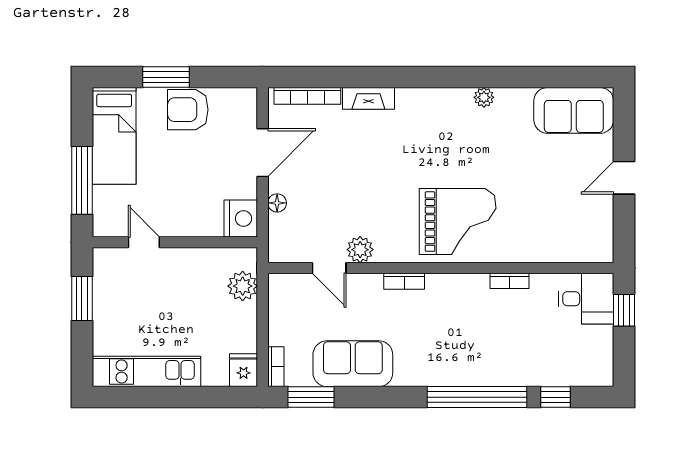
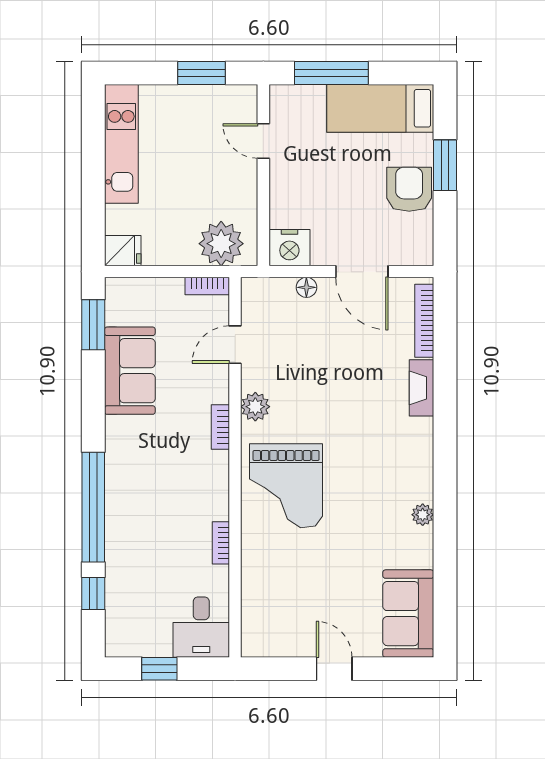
door: (144, 242) -> (263, 141), swing flipped
plant: (360, 250) -> (255, 407), moved
plant: (243, 286) -> (221, 244), width x1.36, depth x1.36
window: (624, 310) -> (159, 669), moved
bookcase: (276, 367) -> (207, 286), moved

